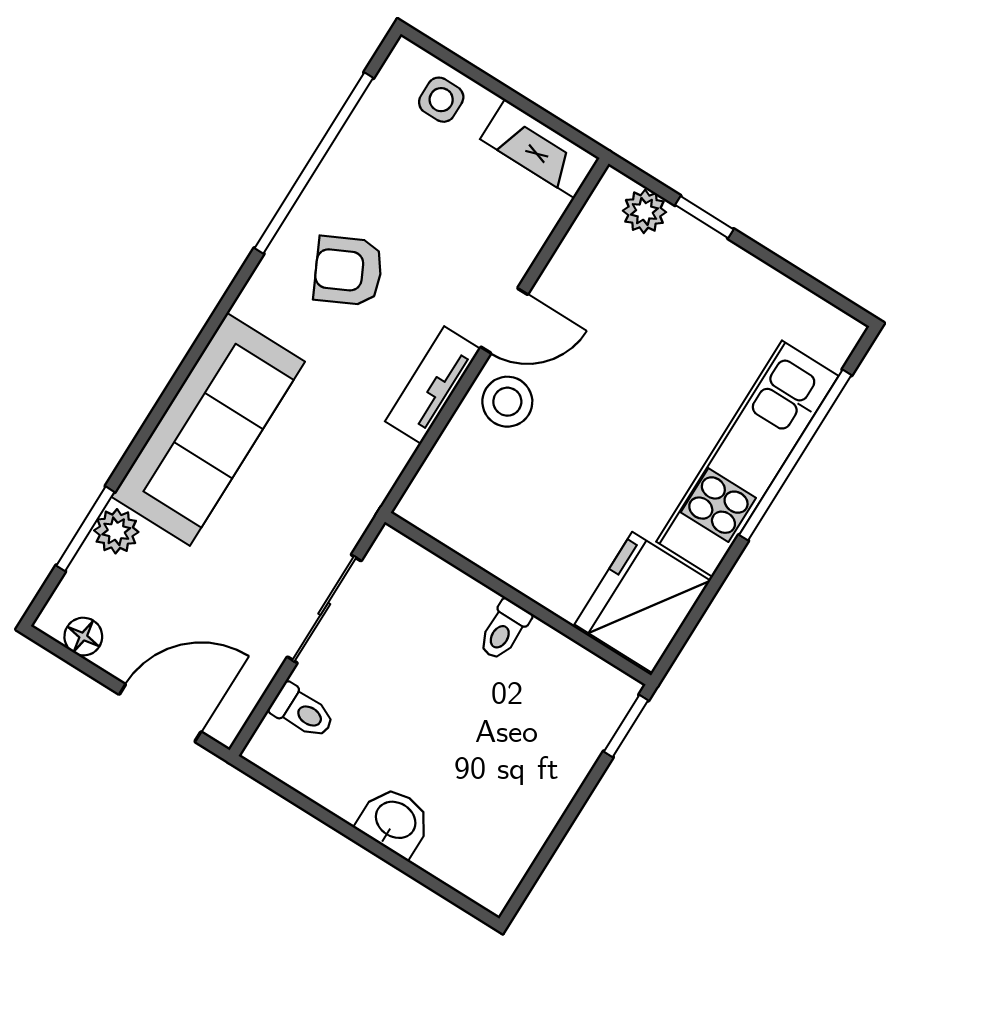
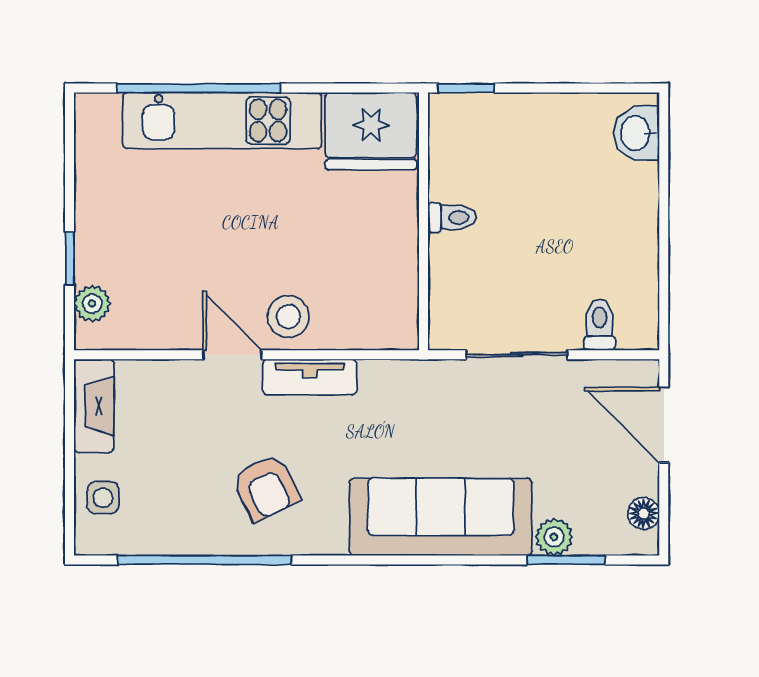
washbasin: (395, 821) -> (636, 133), moved

